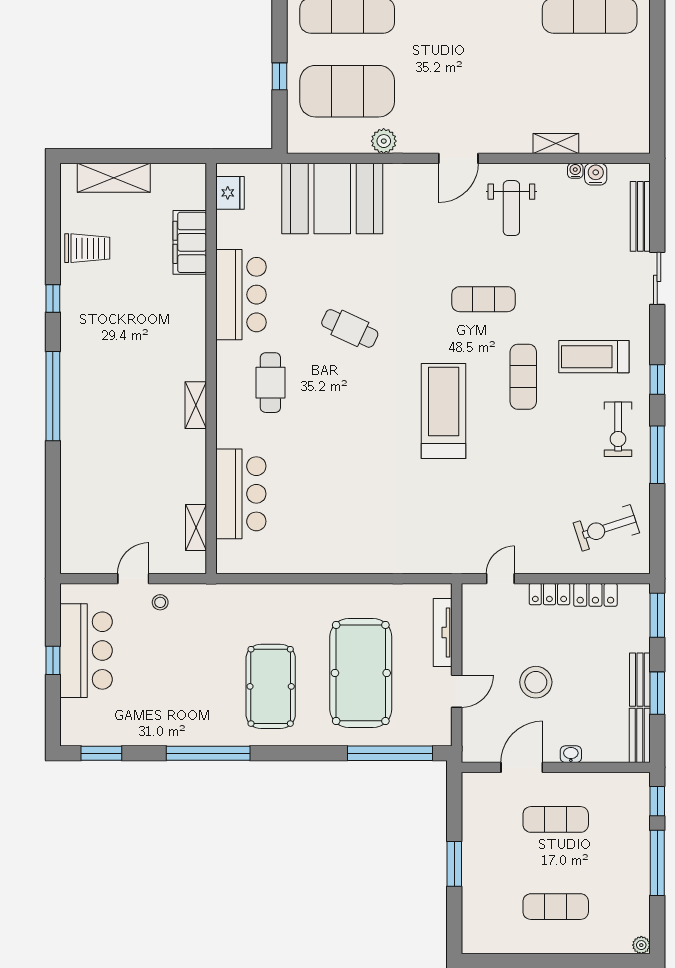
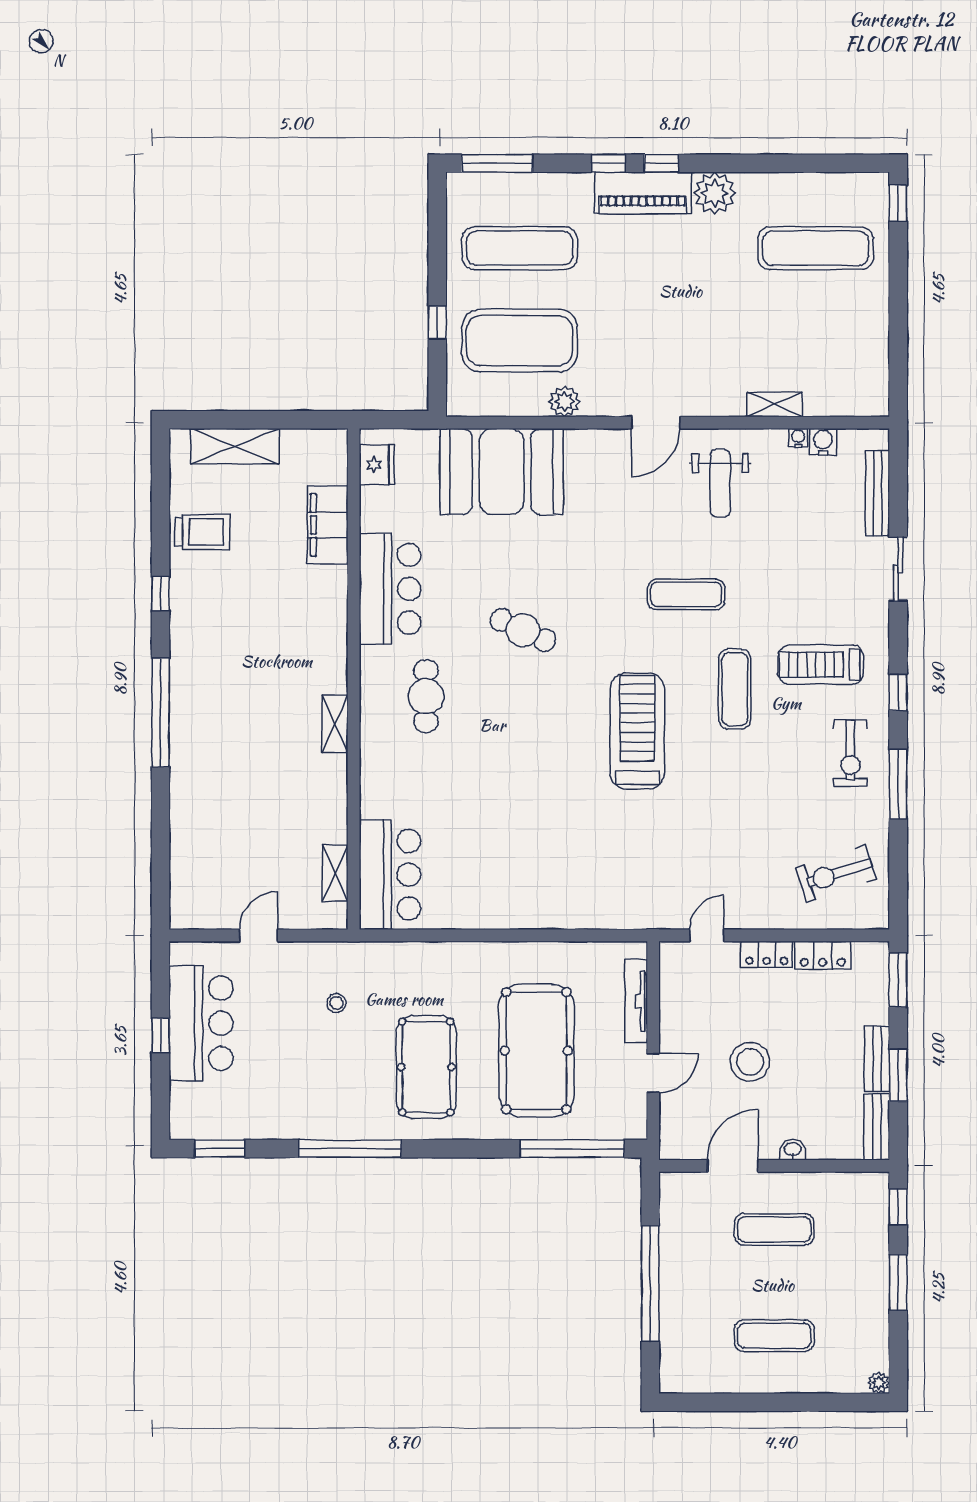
bar counter: (241, 494) -> (390, 875), moved
stool: (160, 602) -> (336, 1003), moved
window: (657, 863) -> (898, 1282), width x0.69
window: (454, 864) -> (650, 1284), width x2.11

